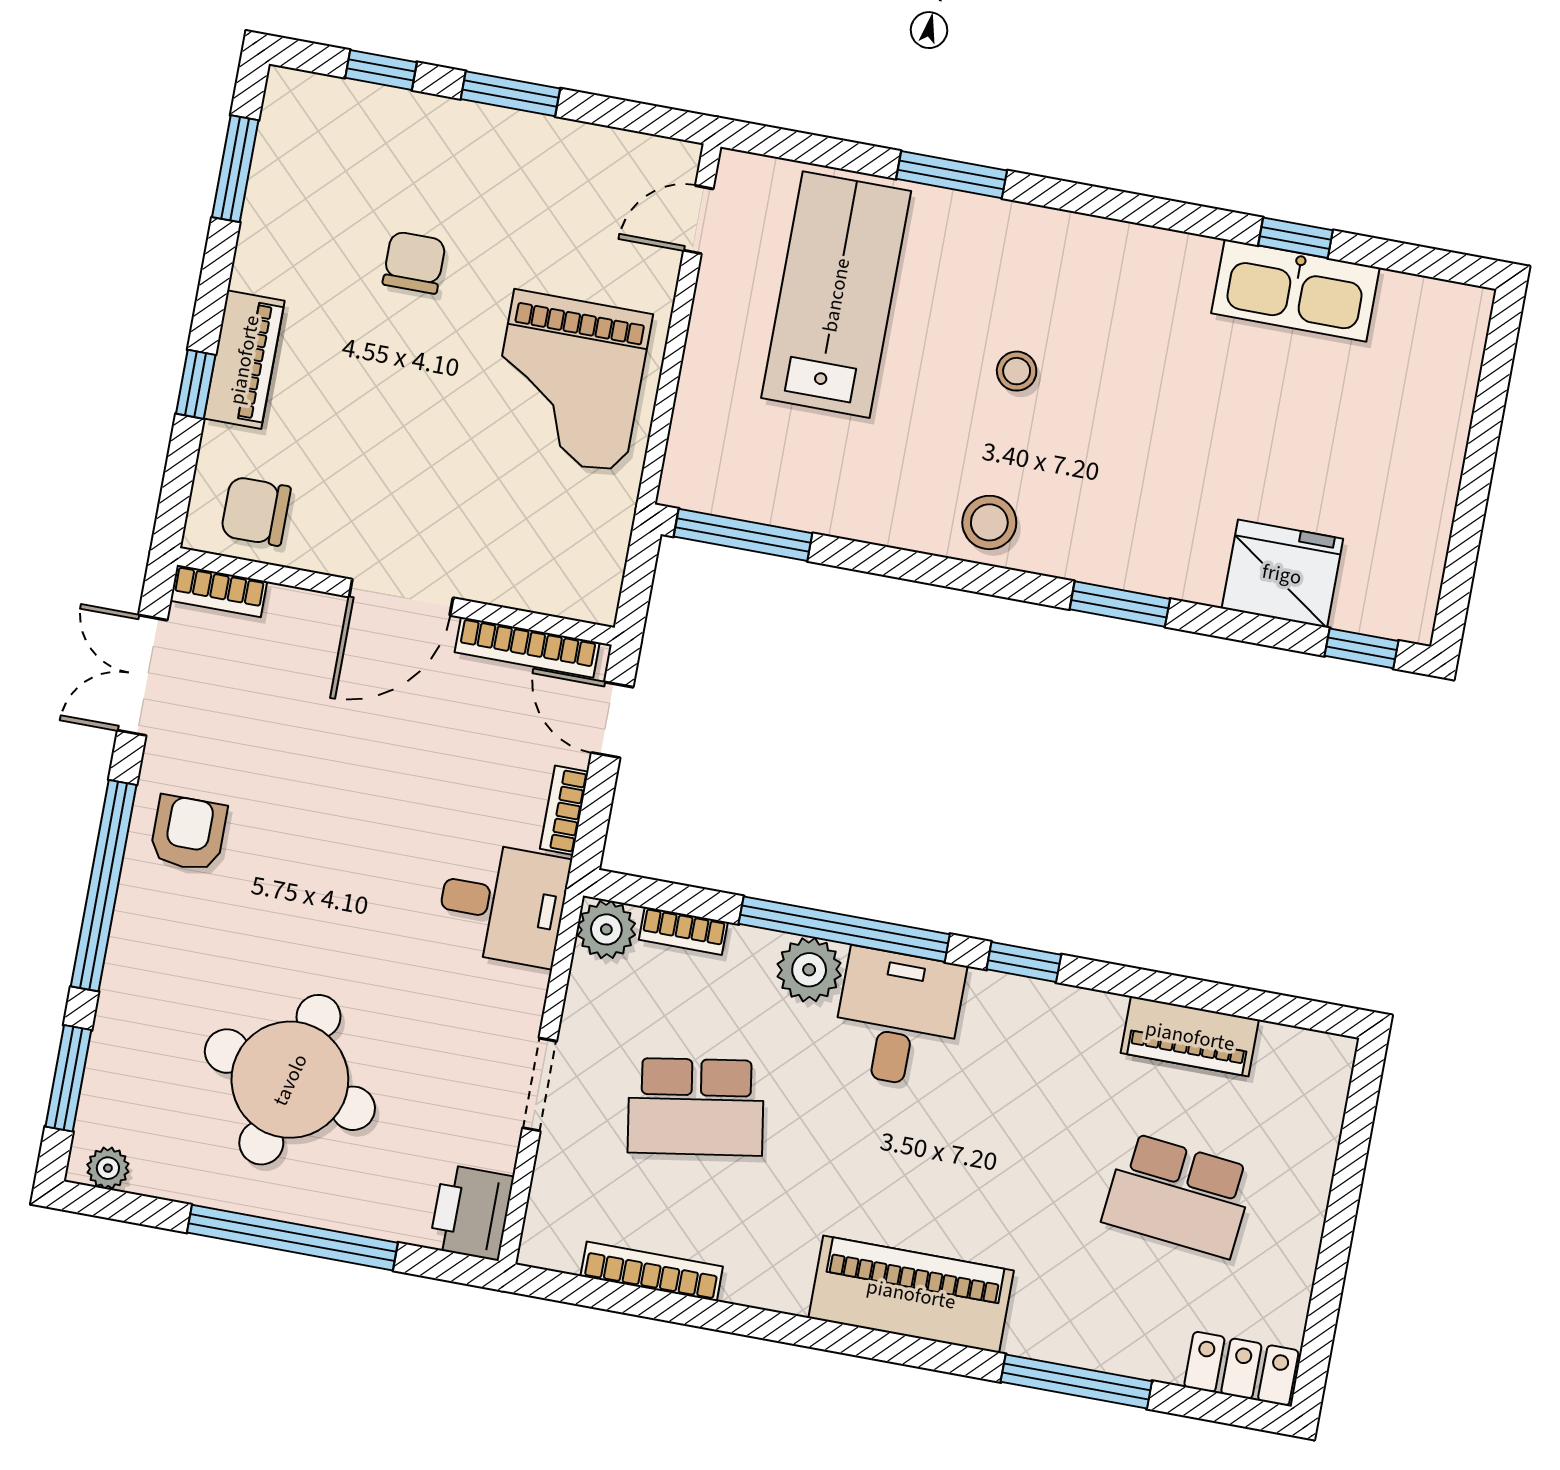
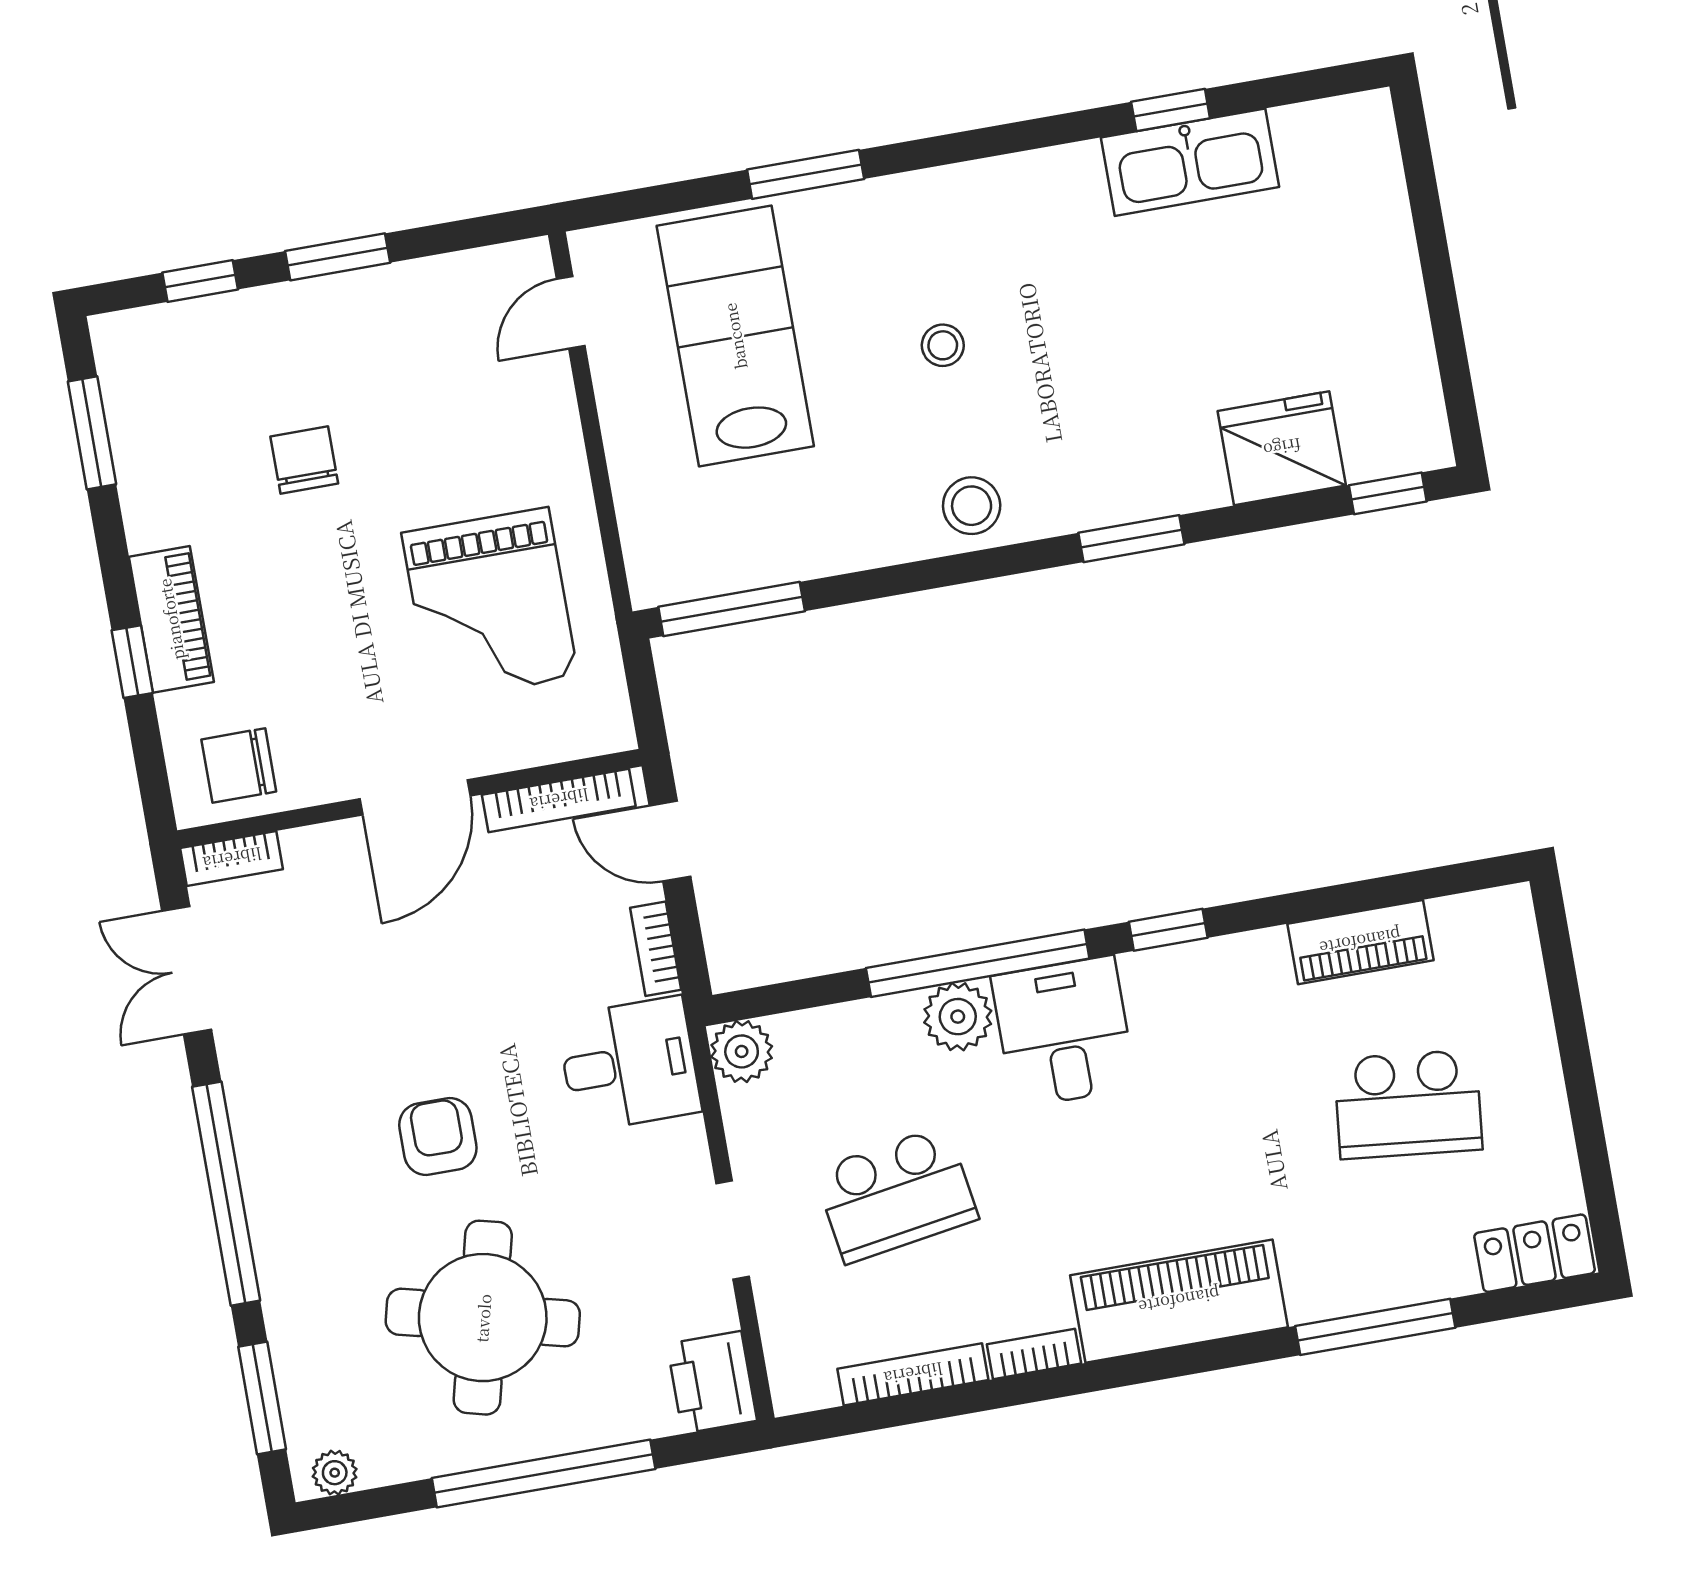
grand piano: (569, 381) -> (490, 605), moved
armchair: (188, 833) -> (438, 1136), moved
bookcase: (683, 931) -> (1034, 1354), moved, turned 180

